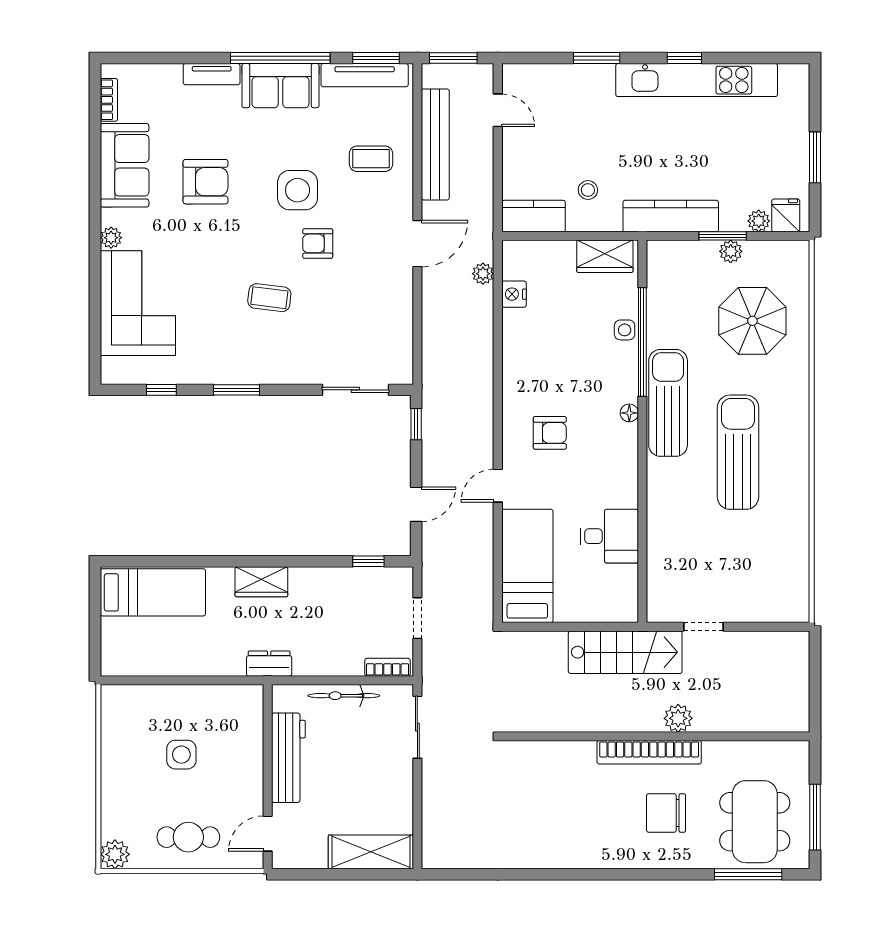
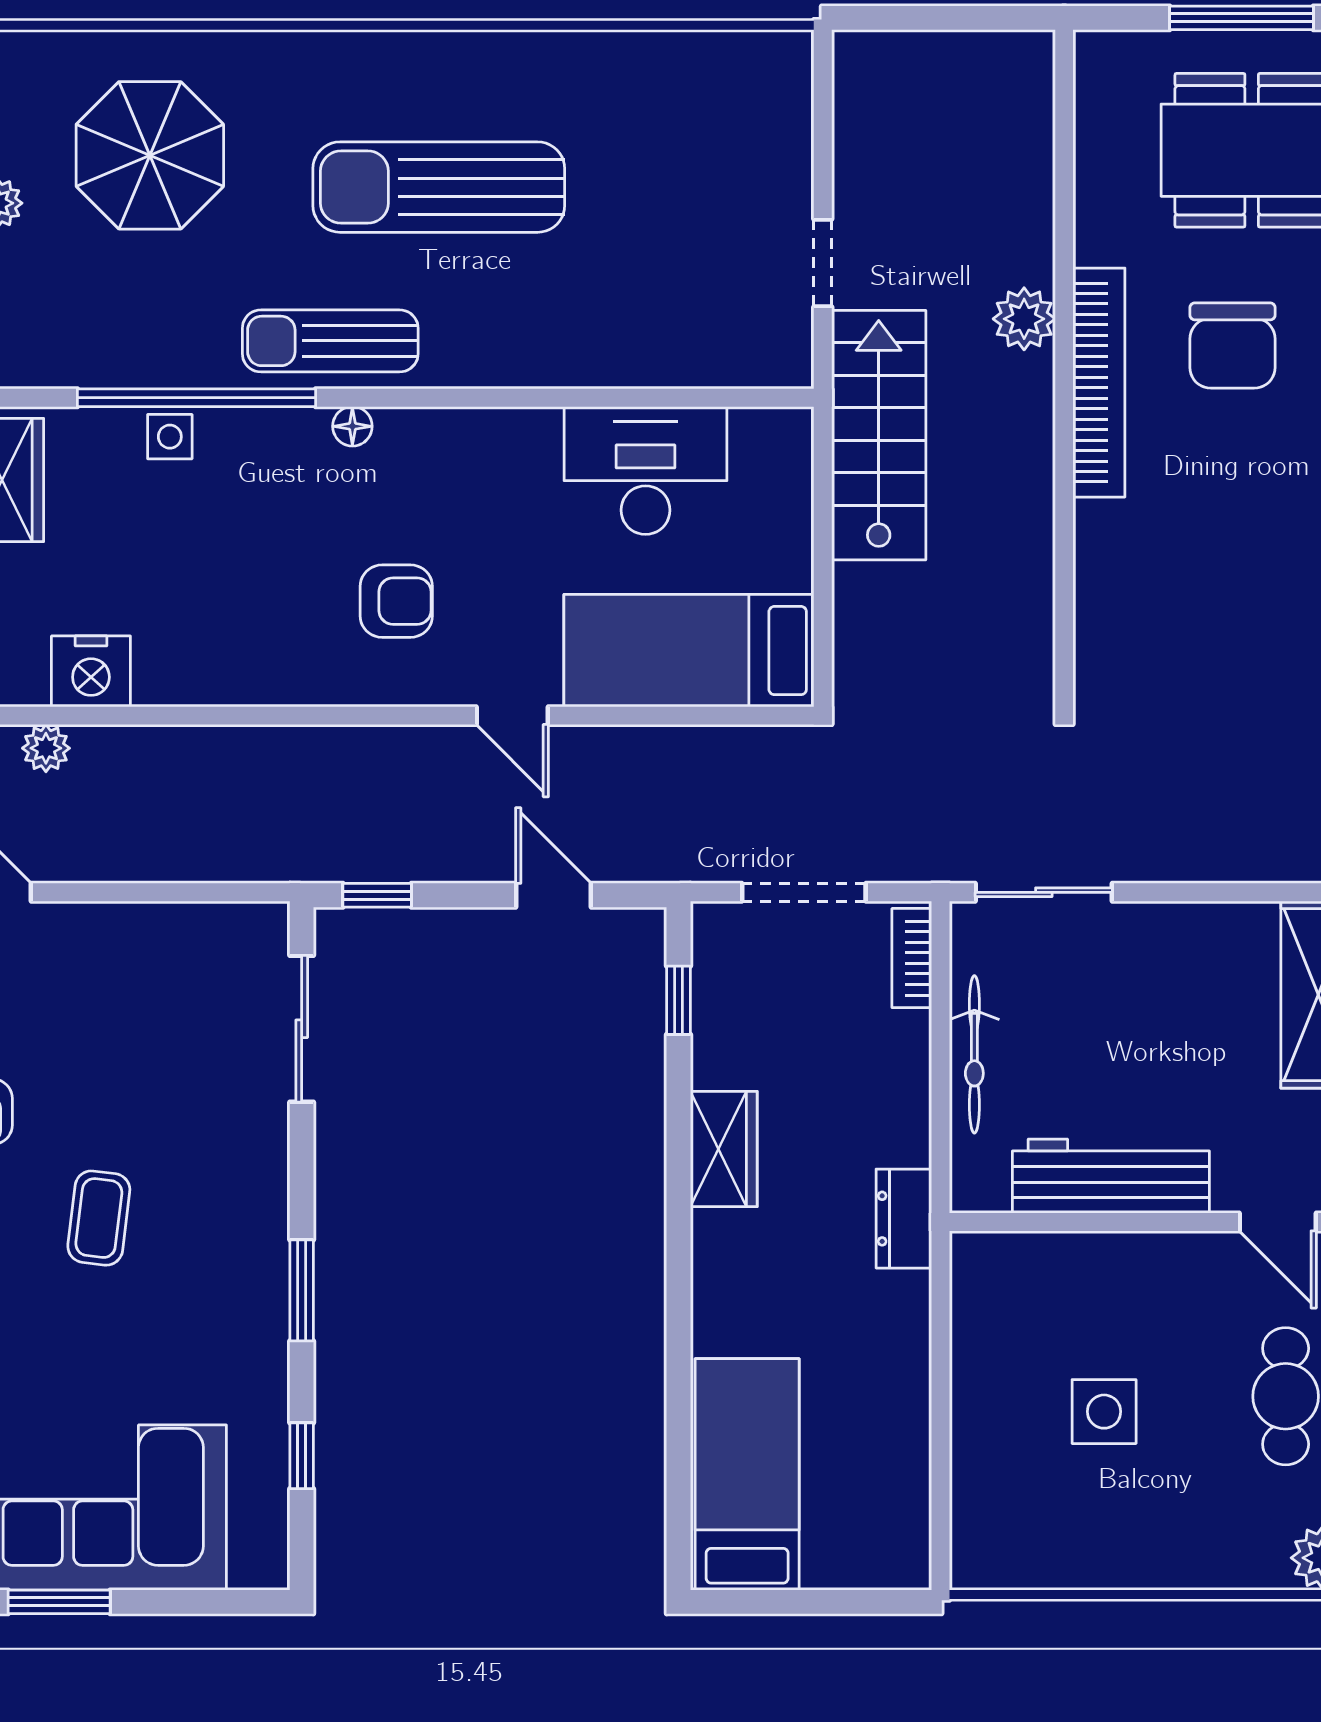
window: (95, 280) -> (59, 1602), added
nightstand: (514, 294) -> (91, 671), width x1.36, depth x1.33
sun lounger: (668, 403) -> (330, 341), width x0.73, depth x0.75
armchair: (550, 433) -> (396, 601), turned 90
desk: (609, 536) -> (646, 470), width x1.37
wardrobe: (261, 582) -> (724, 1149), moved
doorway: (417, 618) -> (804, 892), width x1.38

